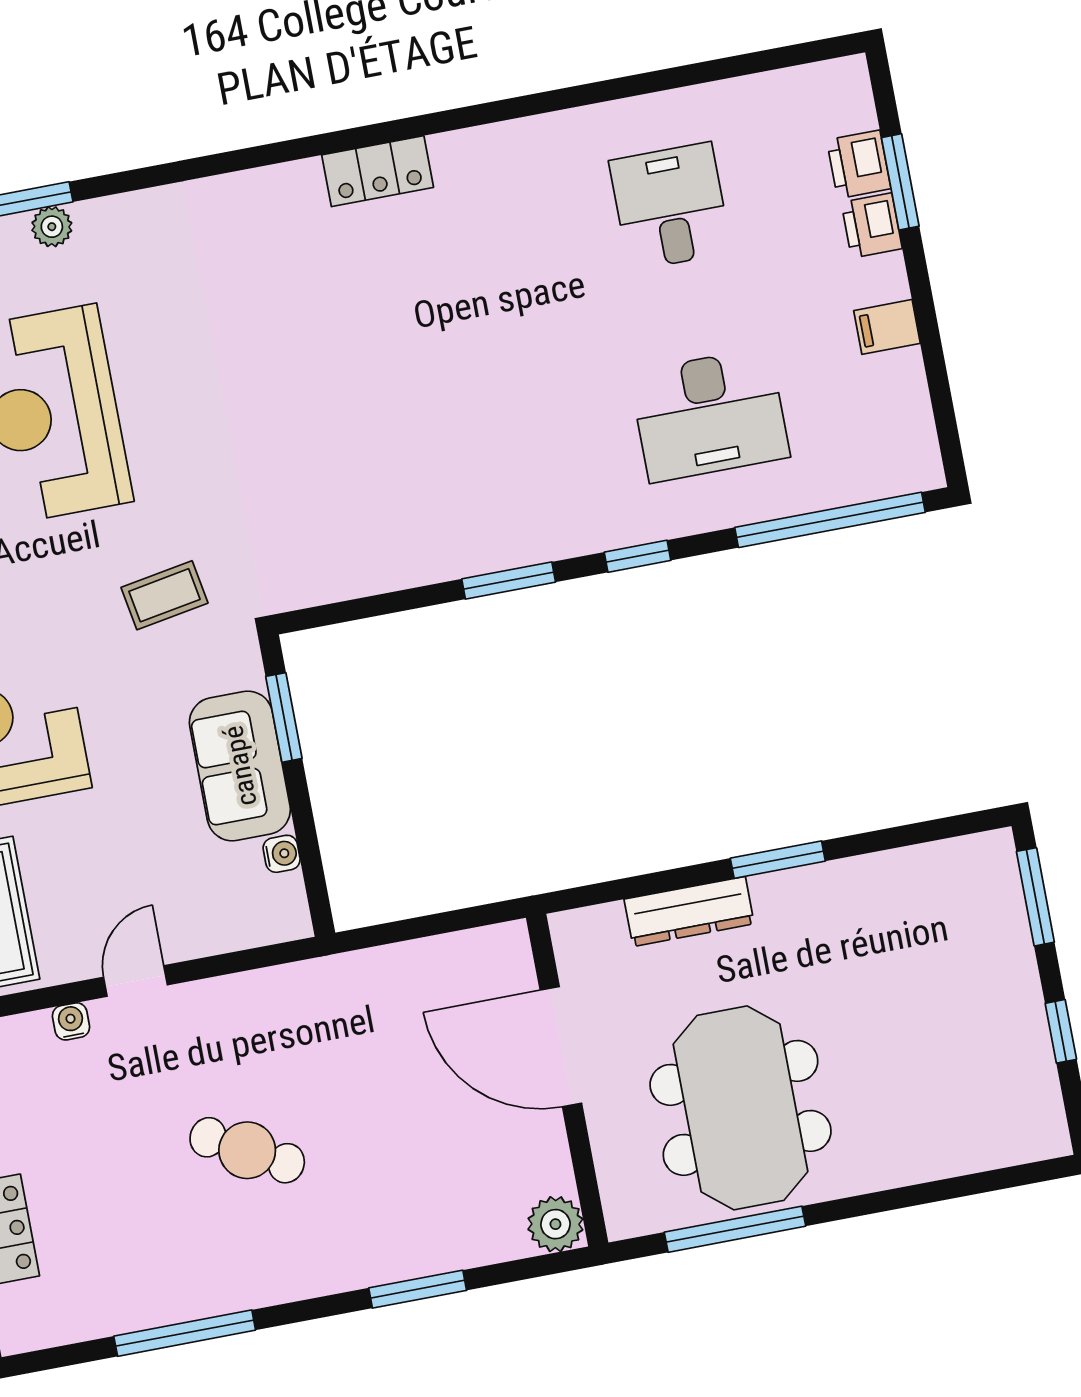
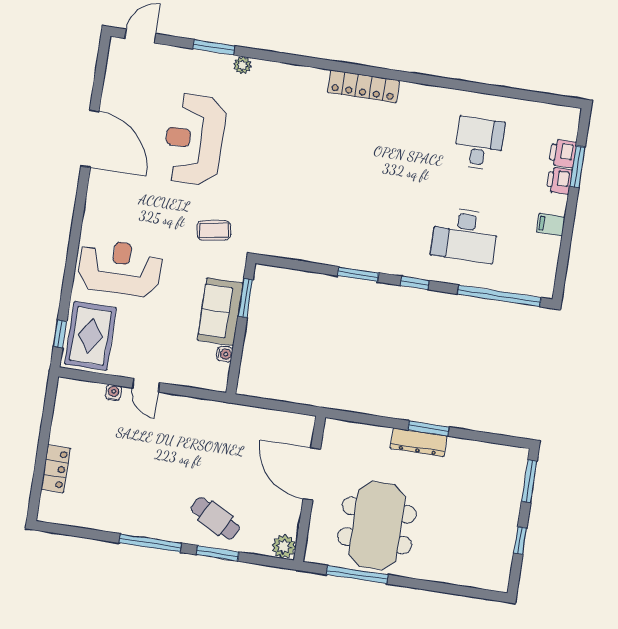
locker: (378, 171) -> (363, 86), width x1.53
plant: (52, 227) -> (242, 65), moved
dresser: (689, 911) -> (419, 442), moved
door: (135, 981) -> (146, 385), swing flipped
cafe table: (247, 1150) -> (215, 518), moved
window: (185, 1333) -> (150, 543), moved

